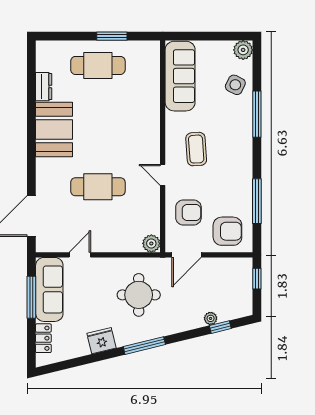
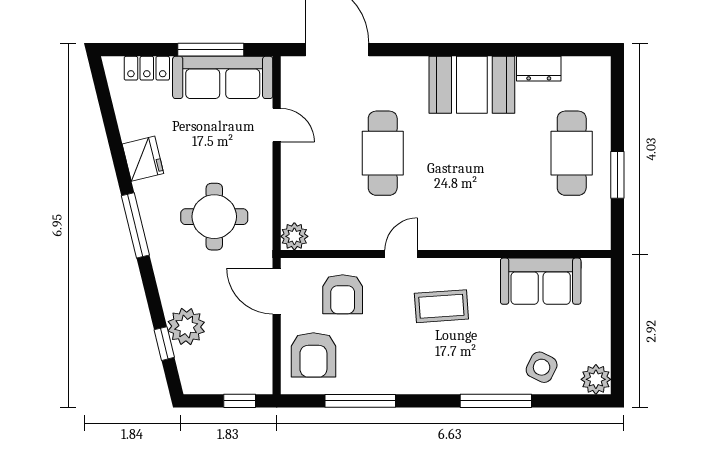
sofa: (180, 76) -> (541, 281), width x0.73
plant: (211, 318) -> (186, 327), width x1.88, depth x1.88

